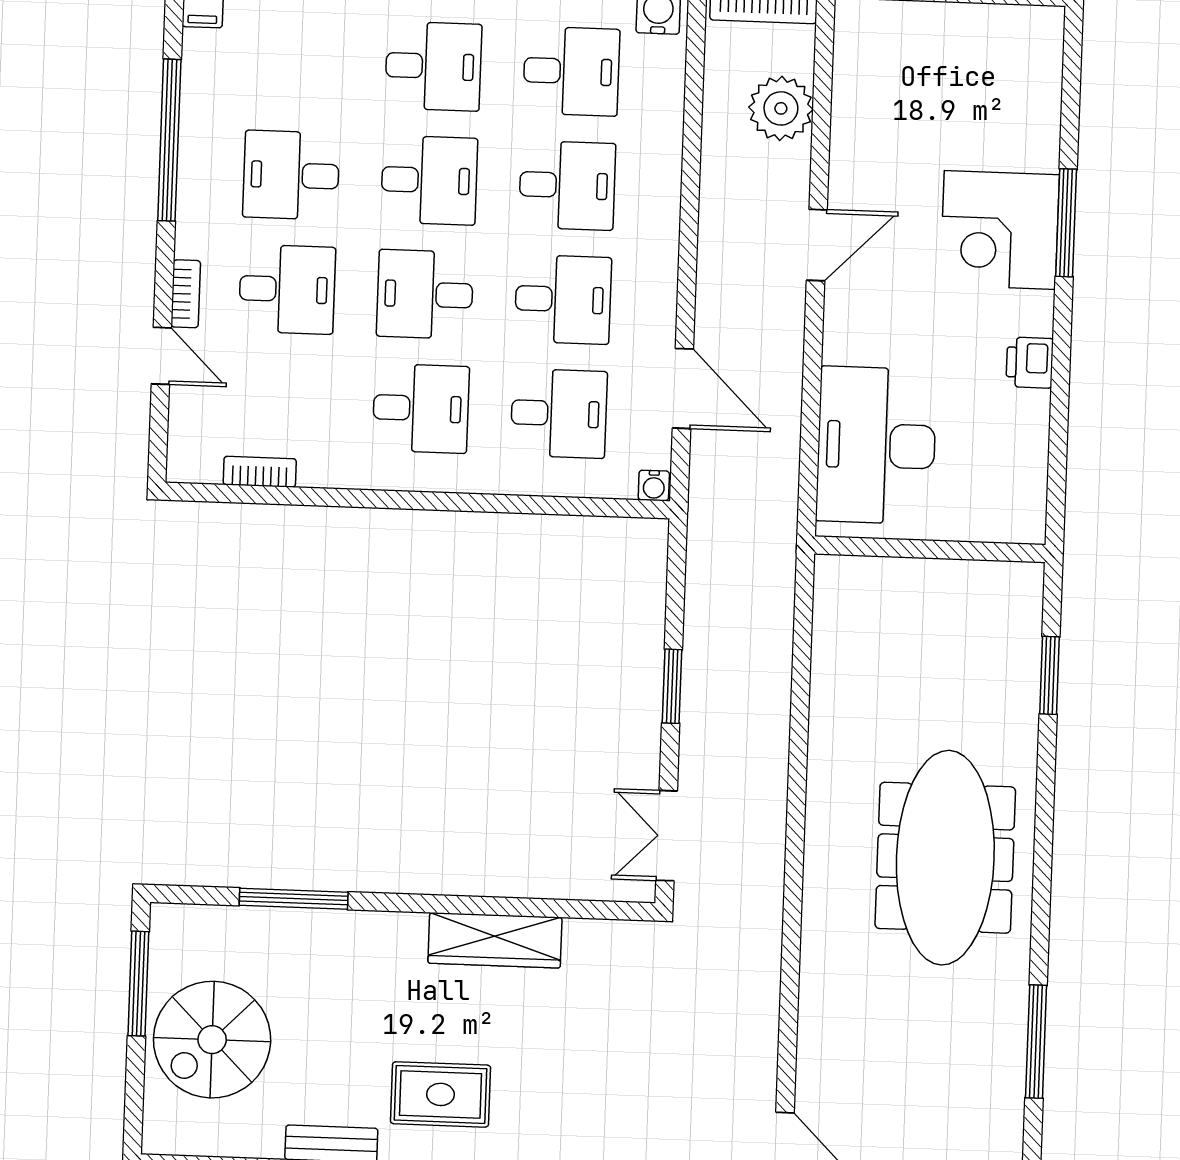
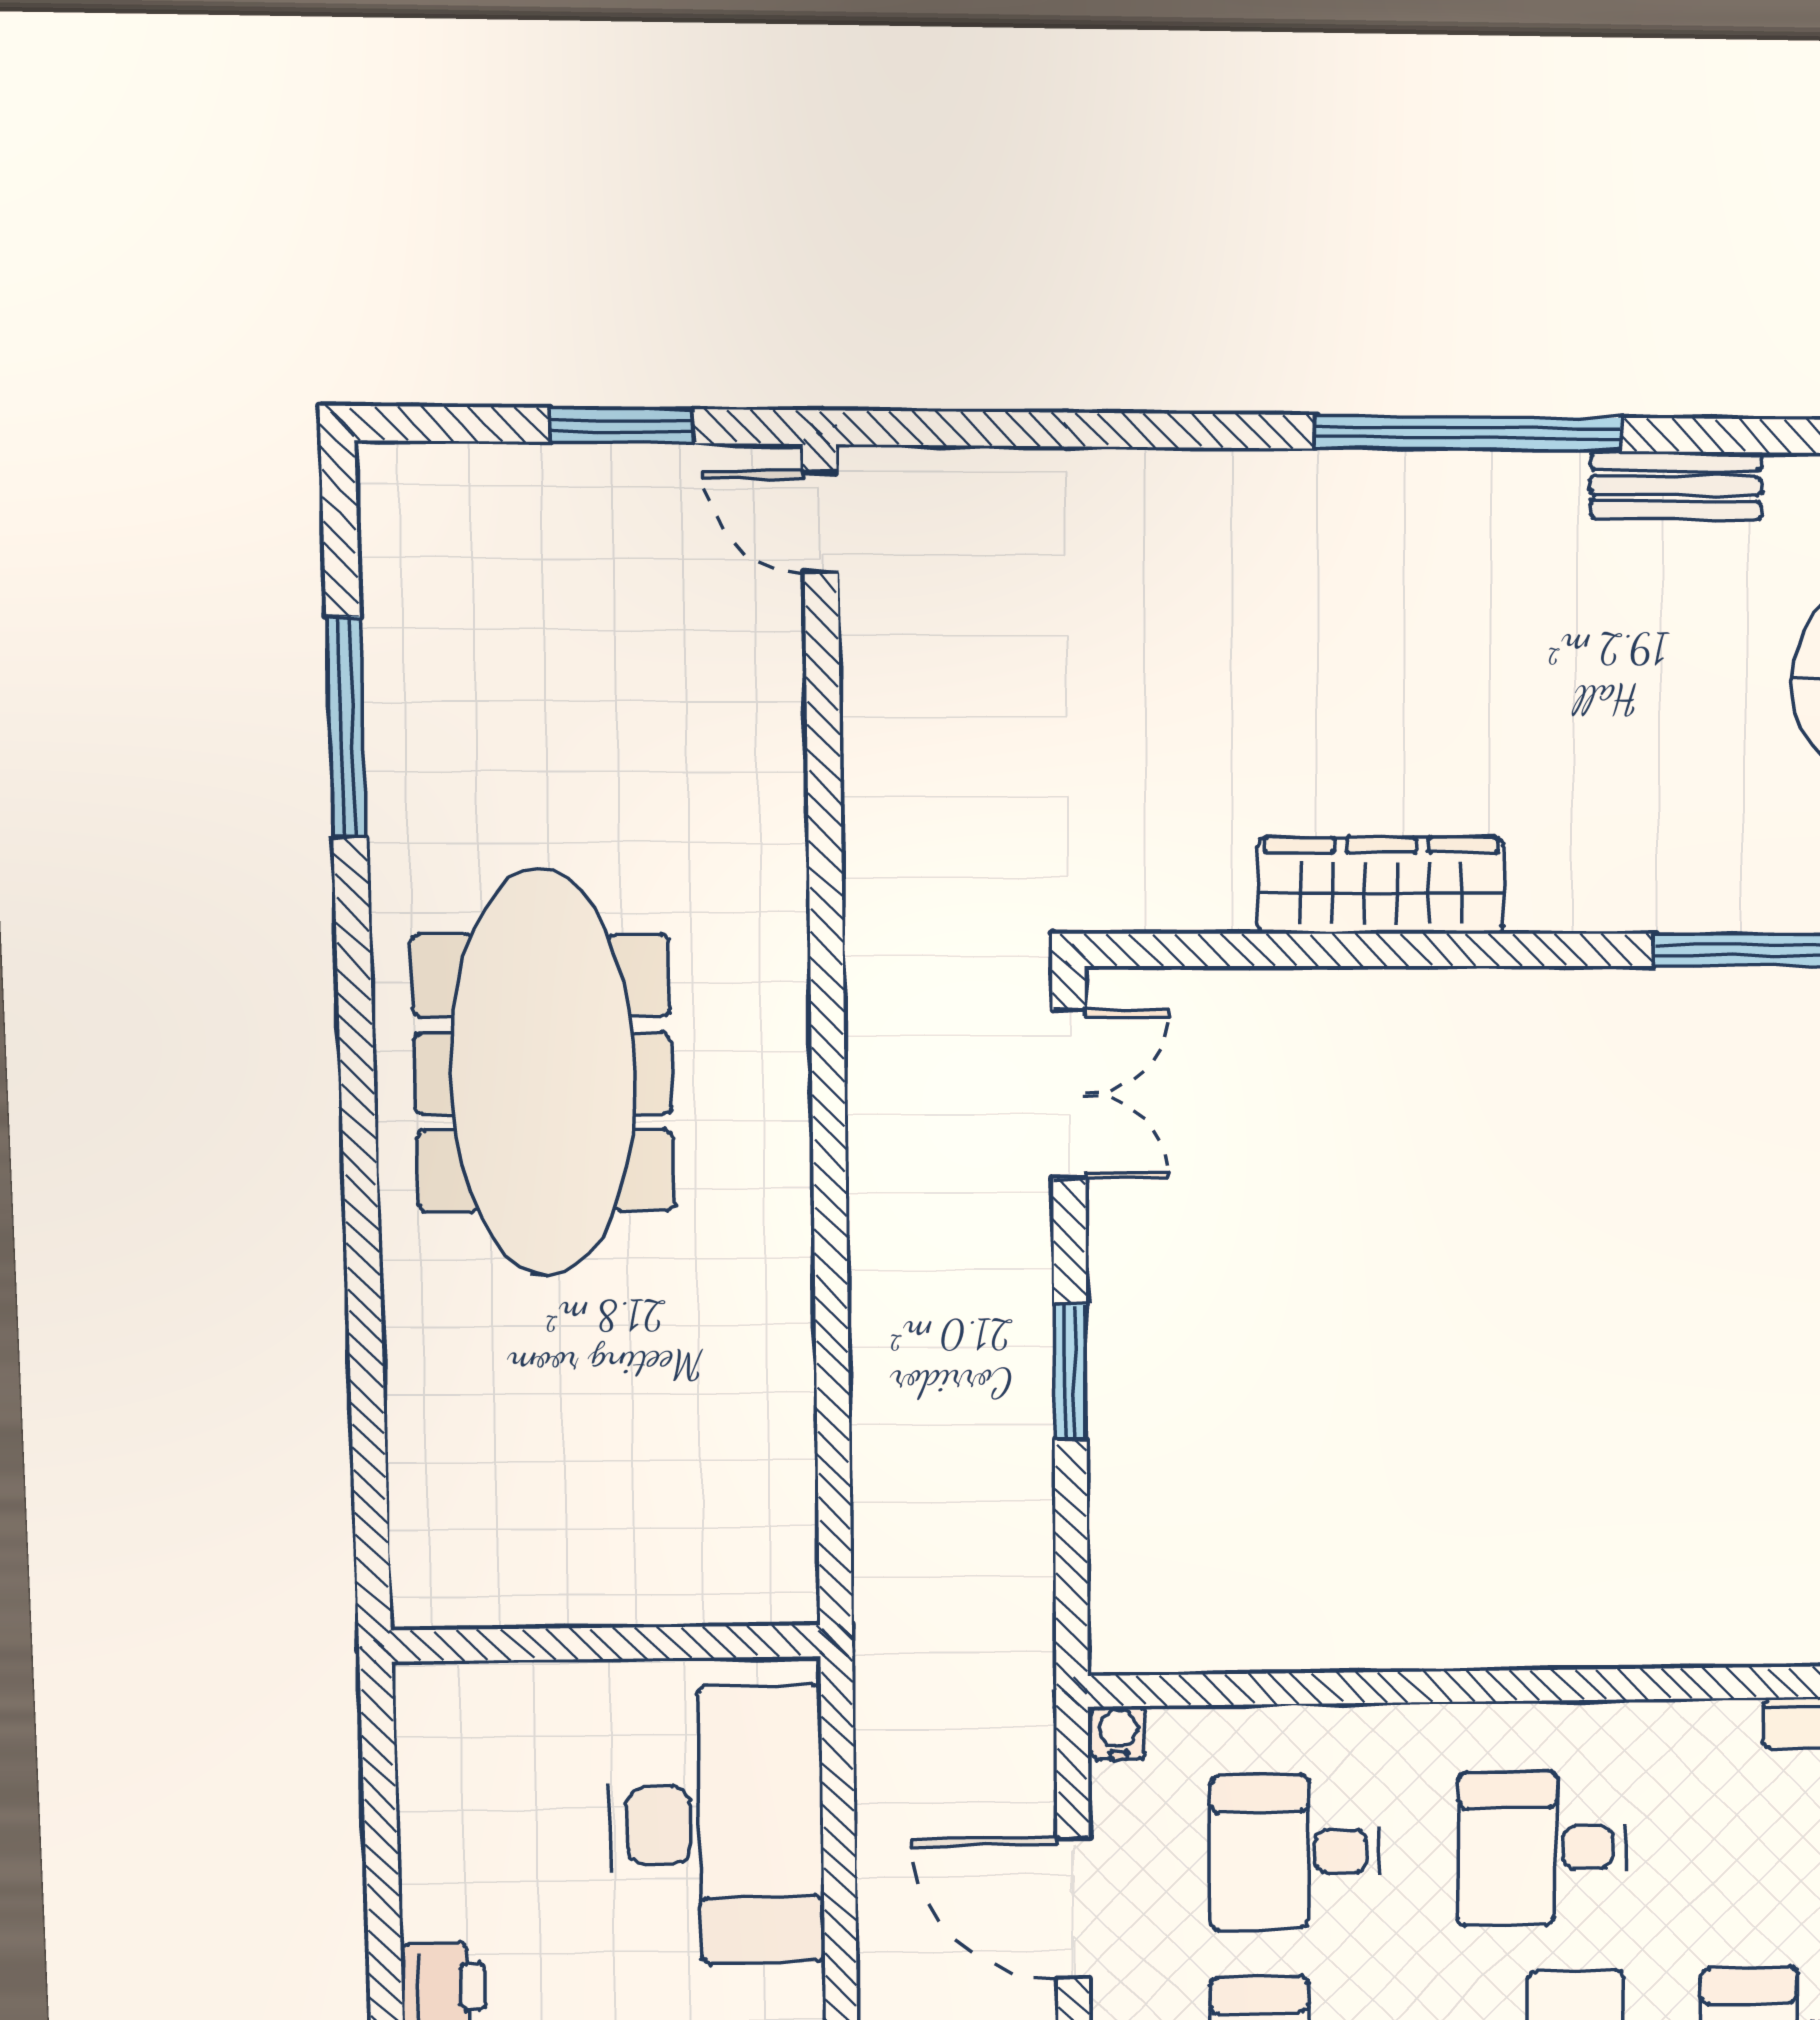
window: (1050, 675) -> (368, 1423), removed
rug: (440, 1094) -> (1474, 588), removed

